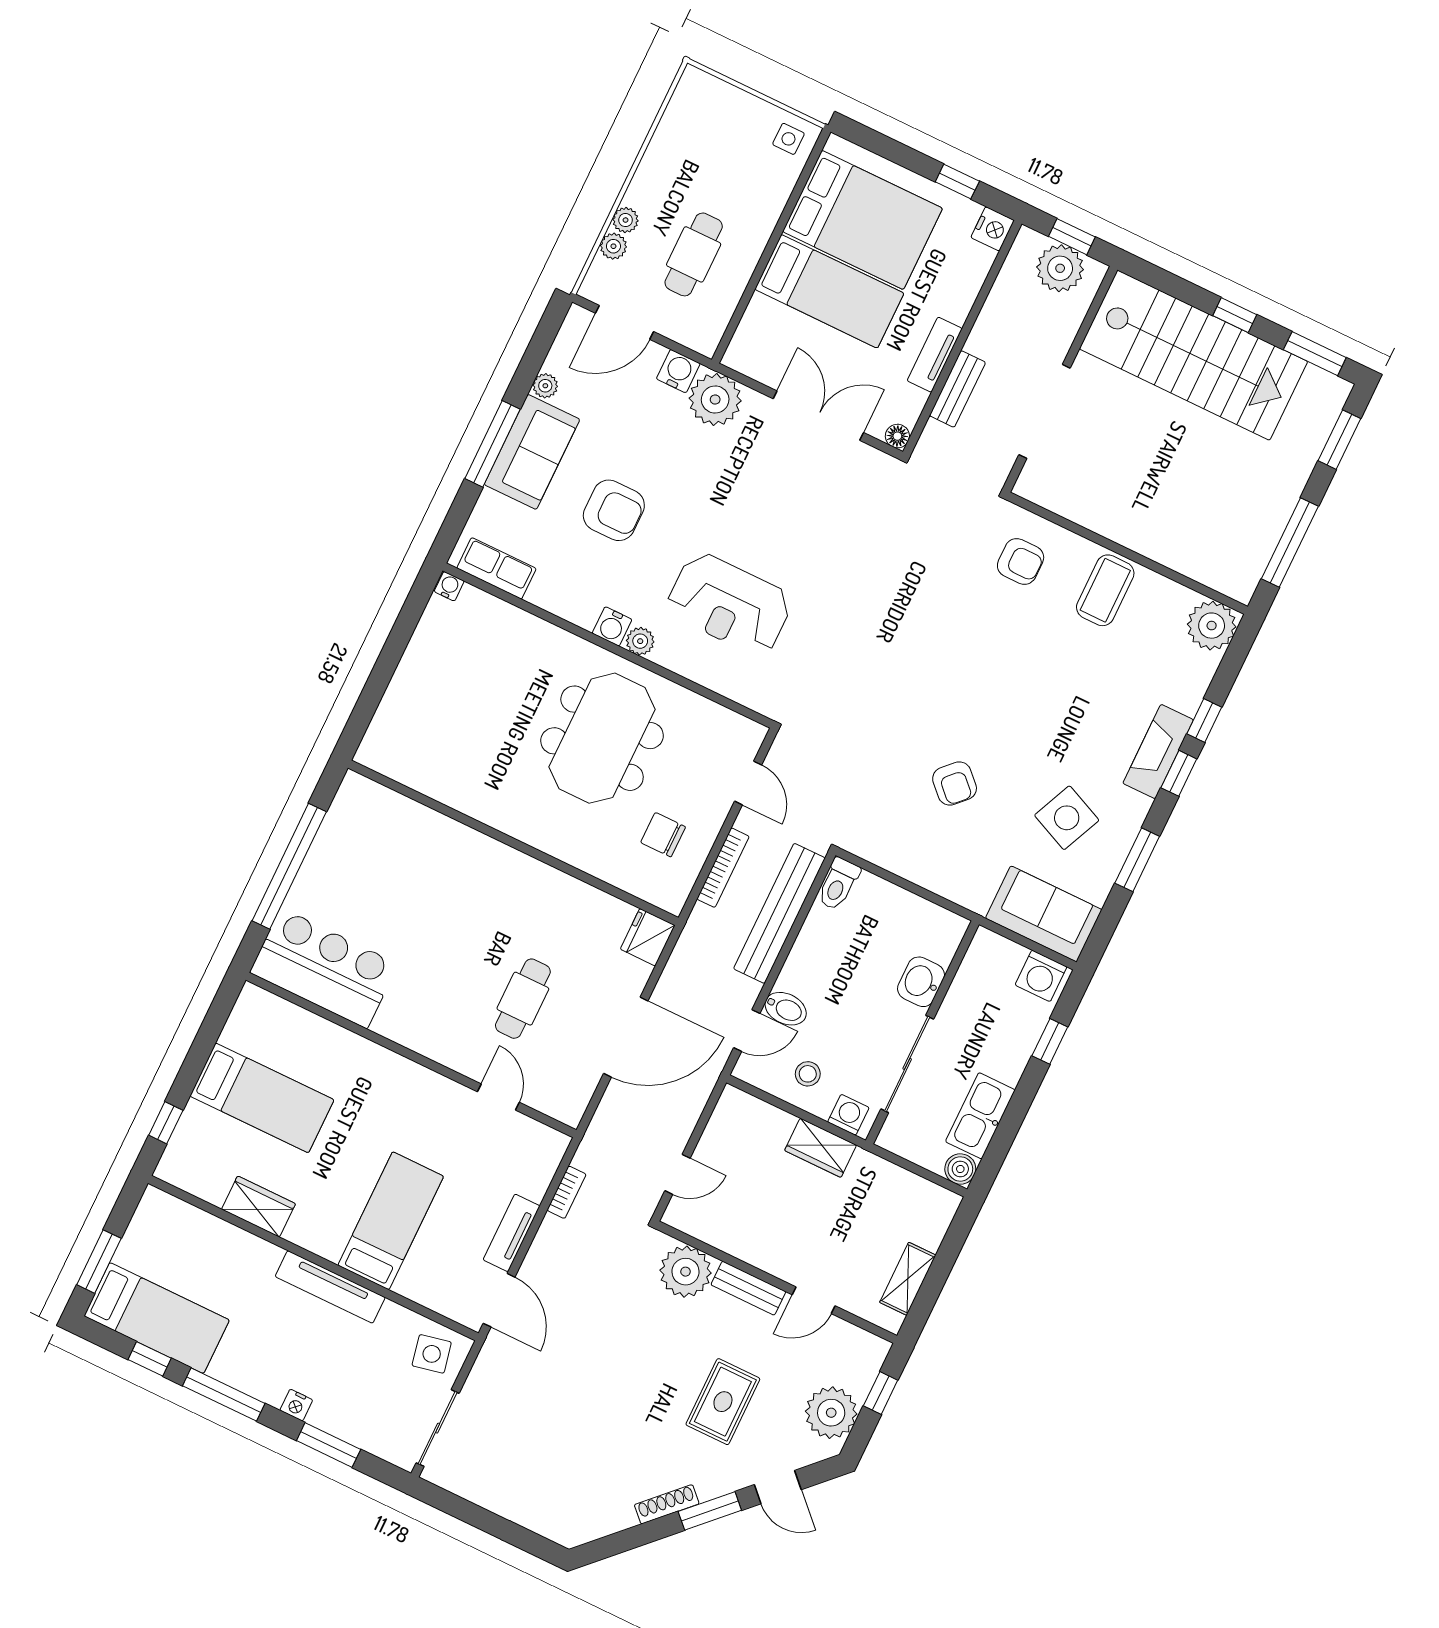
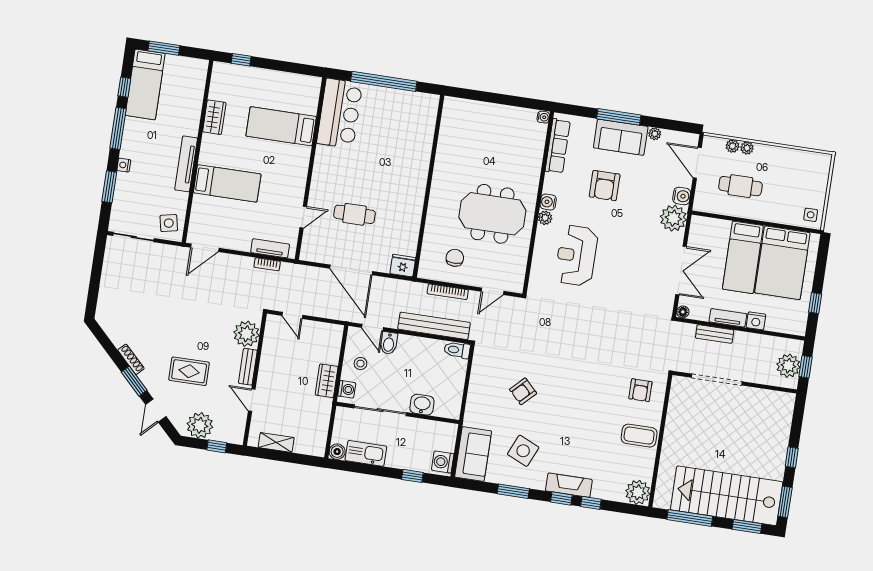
nightstand: (993, 229) -> (756, 321), moved
stairs: (1193, 355) -> (727, 496), moved, turned 90
row of seats: (496, 568) -> (558, 146), width x1.48
bed: (262, 1098) -> (281, 126), moved, turned 90
tv unit: (512, 1233) -> (270, 248), moved

